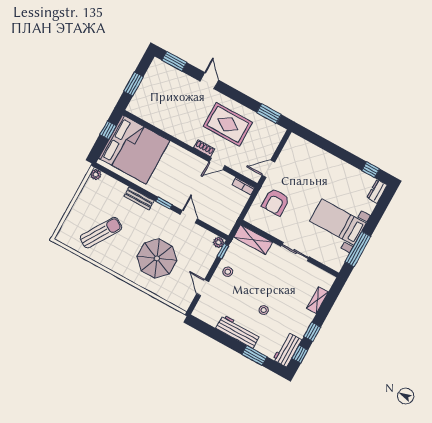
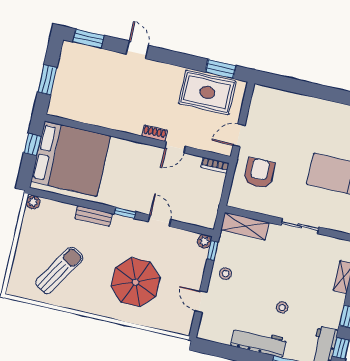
rug: (228, 124) -> (207, 92), moved
armchair: (276, 202) -> (259, 173), turned 180

